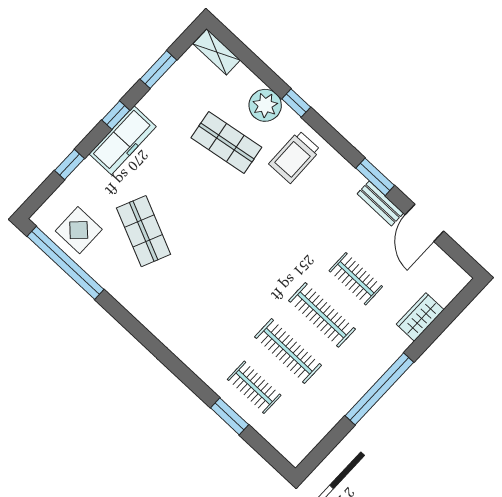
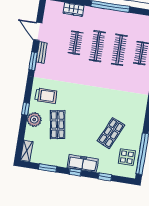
door: (424, 223) -> (38, 31), swing flipped

